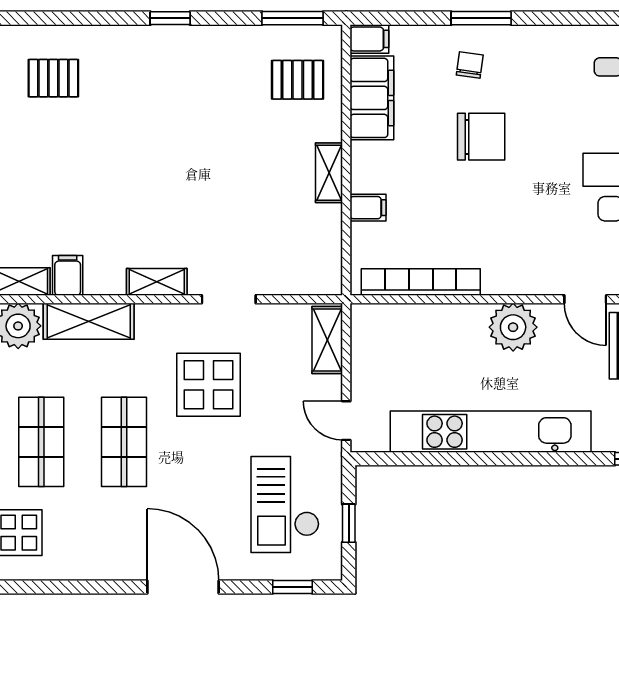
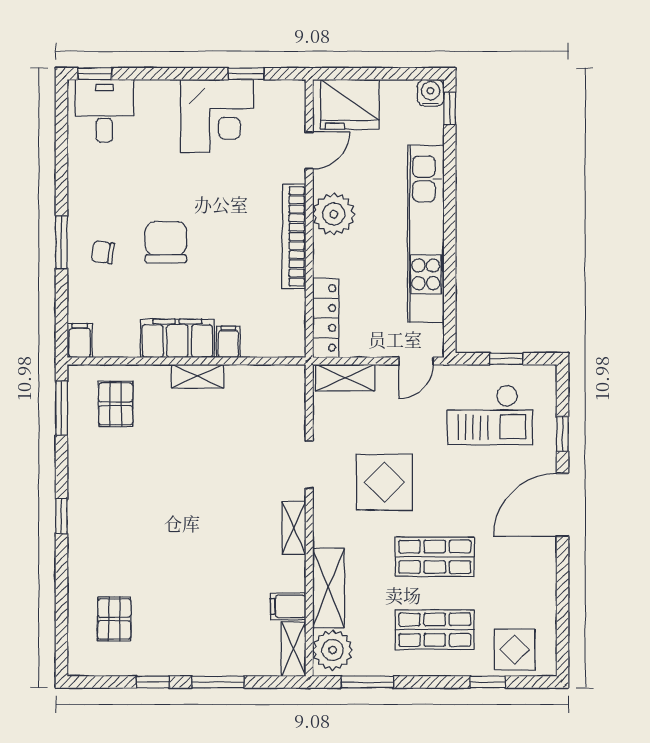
filing cabinet: (372, 98) -> (177, 338), moved
bookcase: (421, 282) -> (294, 236), moved
locker: (395, 318) -> (326, 318), added
window: (293, 587) -> (563, 434), moved

